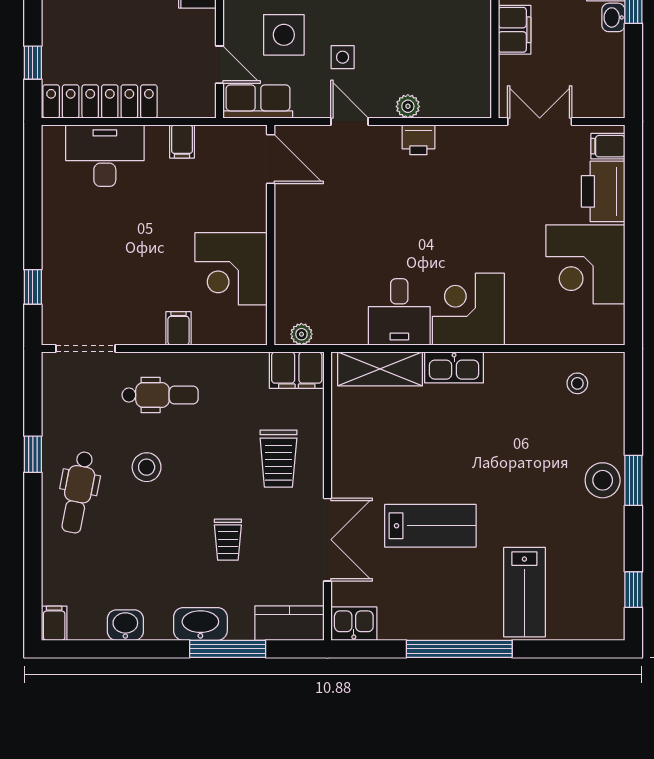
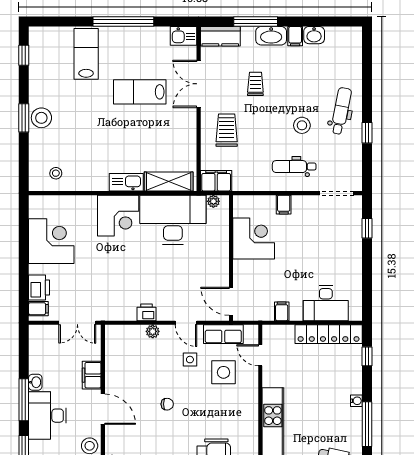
row of seats: (258, 102) -> (223, 334), moved
printer: (603, 191) -> (39, 288), width x0.73, depth x0.84
desk: (399, 312) -> (173, 220), width x1.87, depth x1.30
filing cabinet: (54, 623) -> (295, 36), moved

